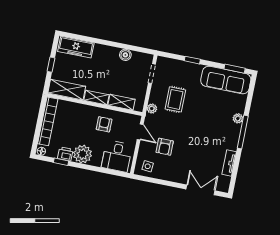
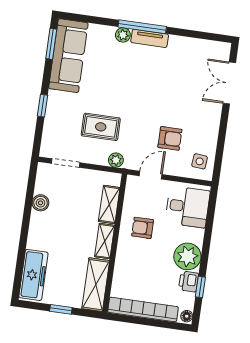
tv unit: (229, 163) -> (150, 38), moved

